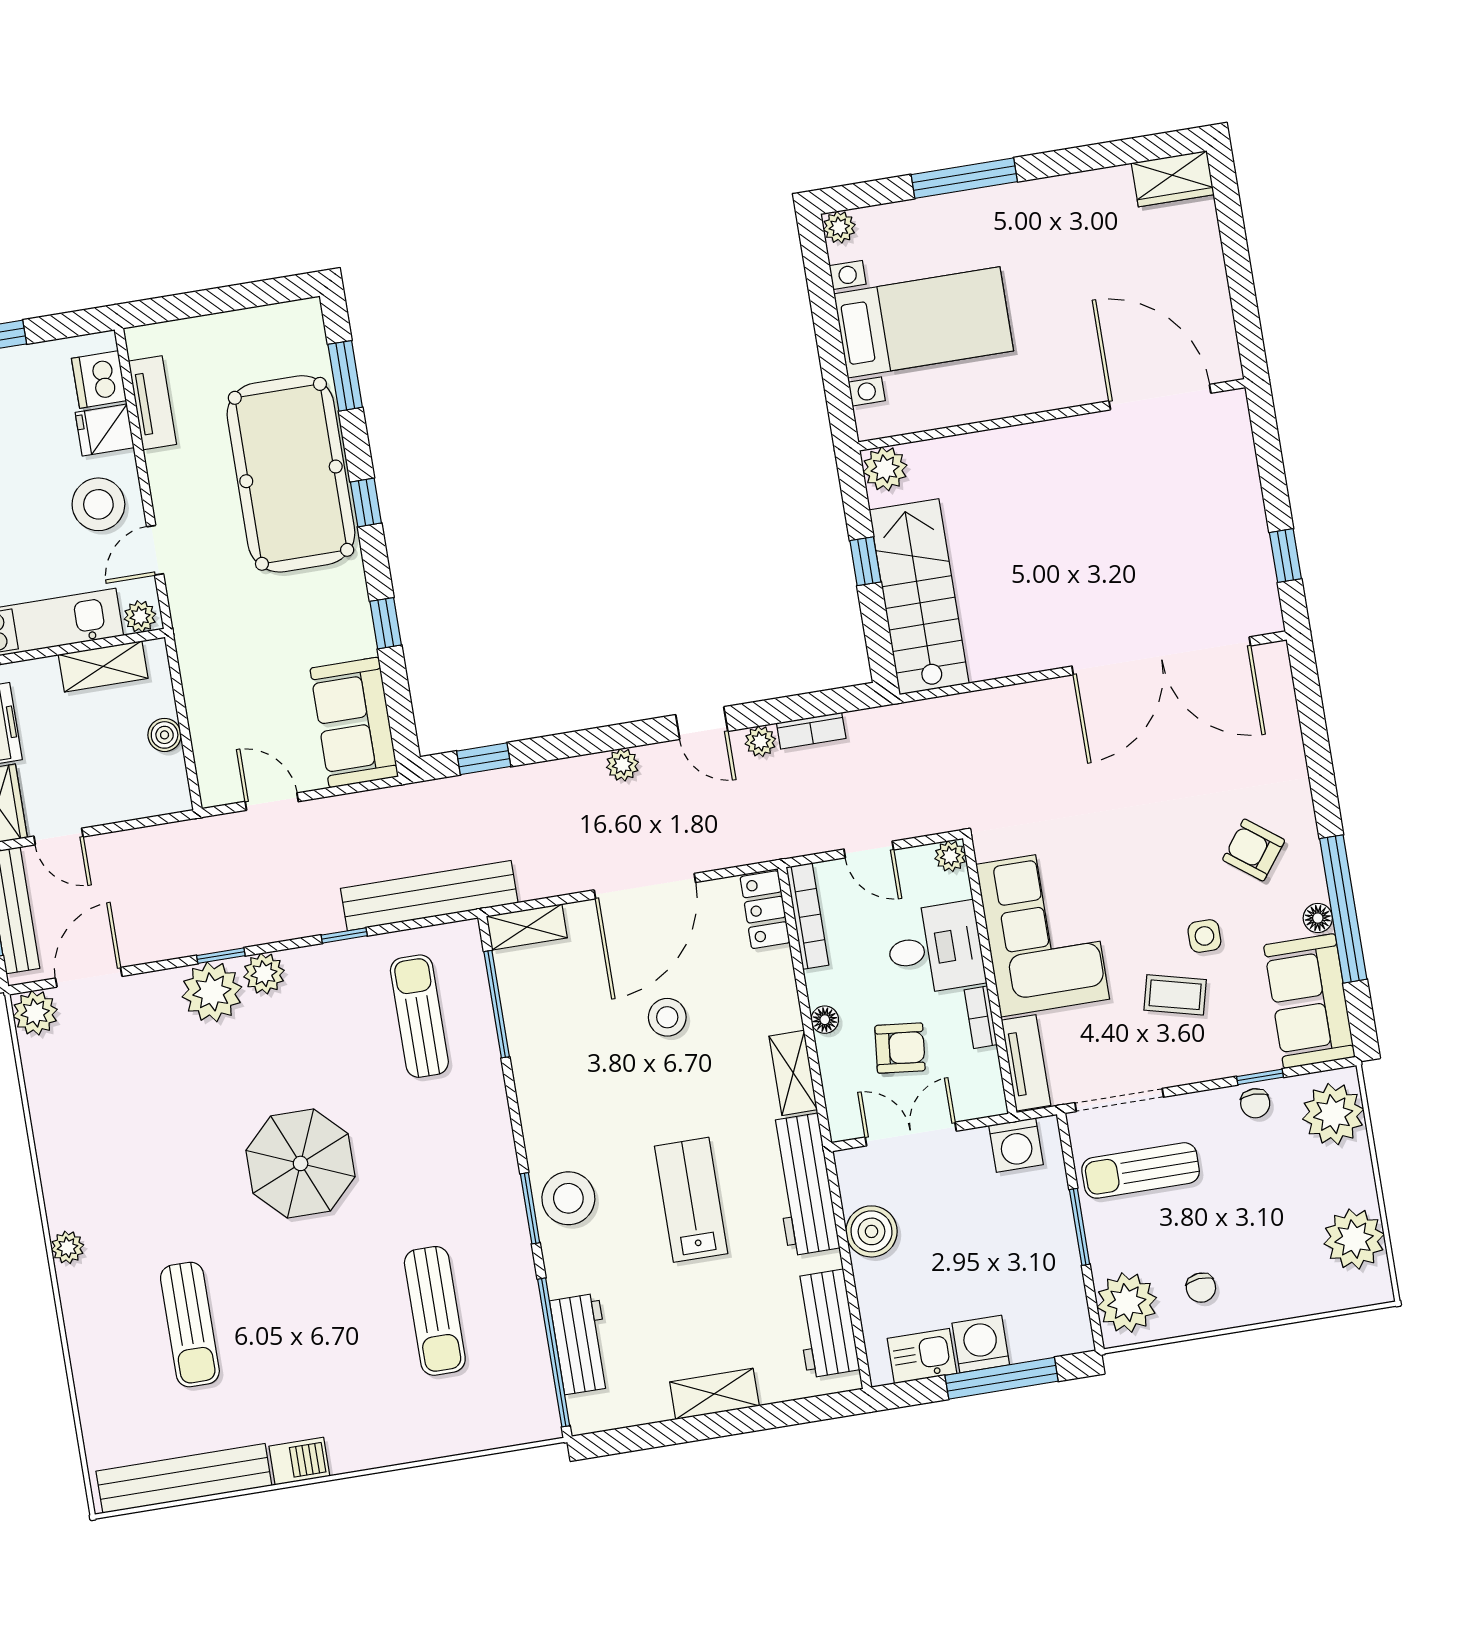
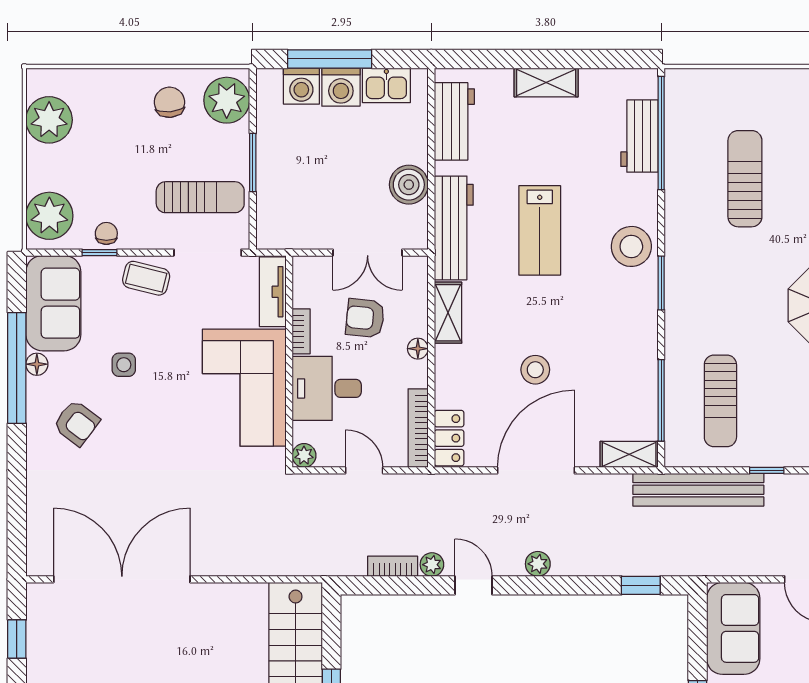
coffee table: (1175, 995) -> (146, 278), moved
washing machine: (1016, 1145) -> (301, 86), moved, turned 180
window: (530, 1208) -> (661, 283), moved
chair: (1201, 1288) -> (169, 102), width x1.37, depth x1.37

